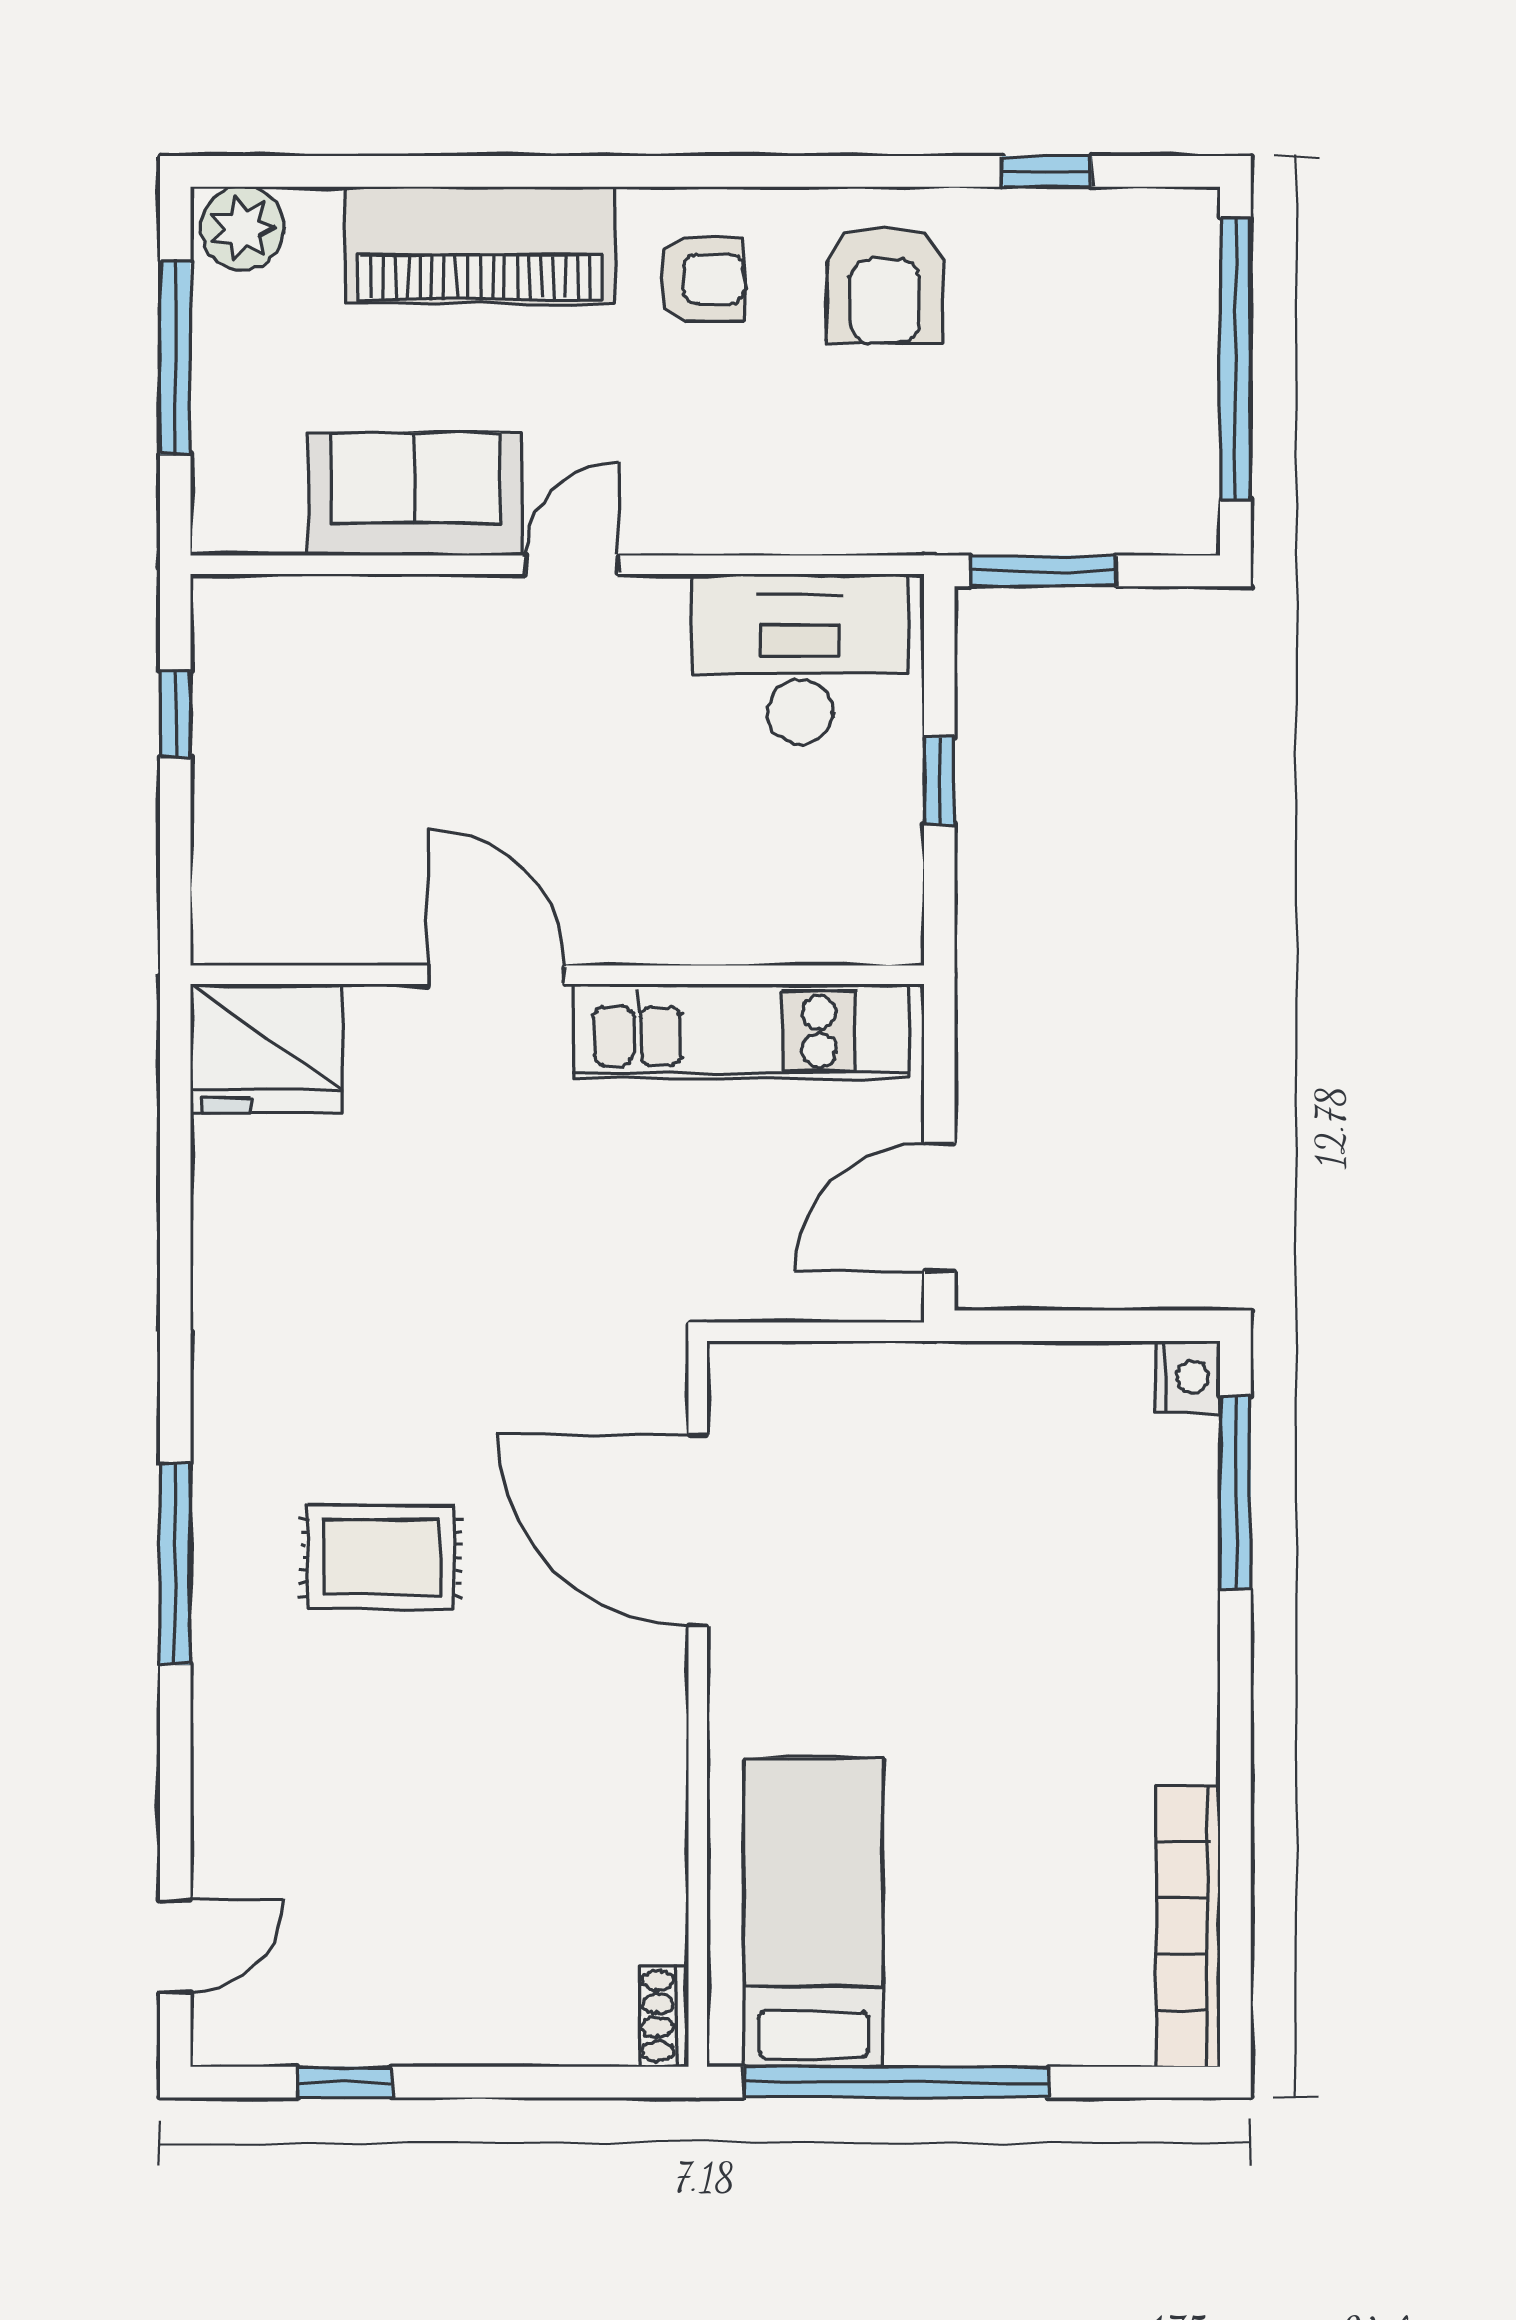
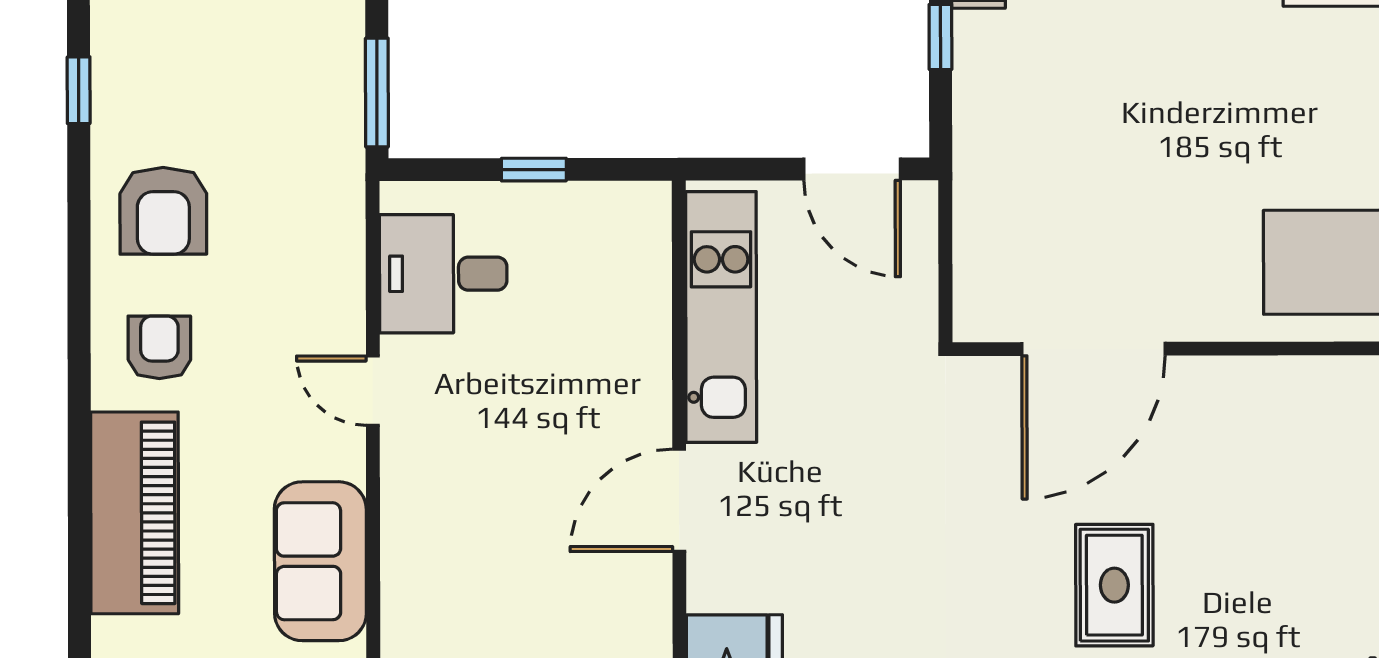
armchair: (885, 284) -> (163, 211), turned 90
door: (572, 565) -> (373, 391), moved
desk: (800, 659) -> (443, 274), width x0.73
window: (1116, 1326) -> (940, 37), added

